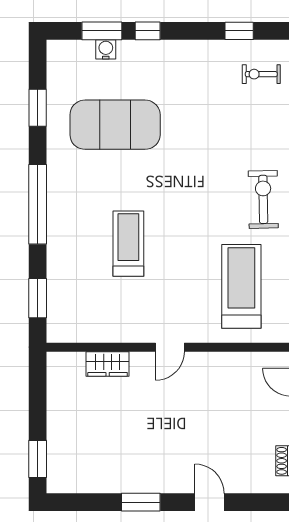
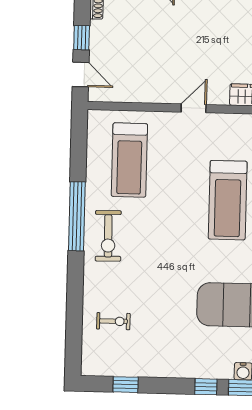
exercise bike: (261, 74) -> (113, 321), moved
treadmill: (128, 244) -> (228, 200), width x1.37, depth x1.38

